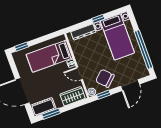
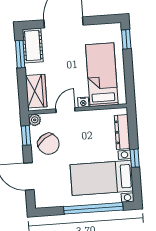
window: (144, 49) -> (93, 208), moved
chair: (105, 78) -> (48, 144), turned 99

